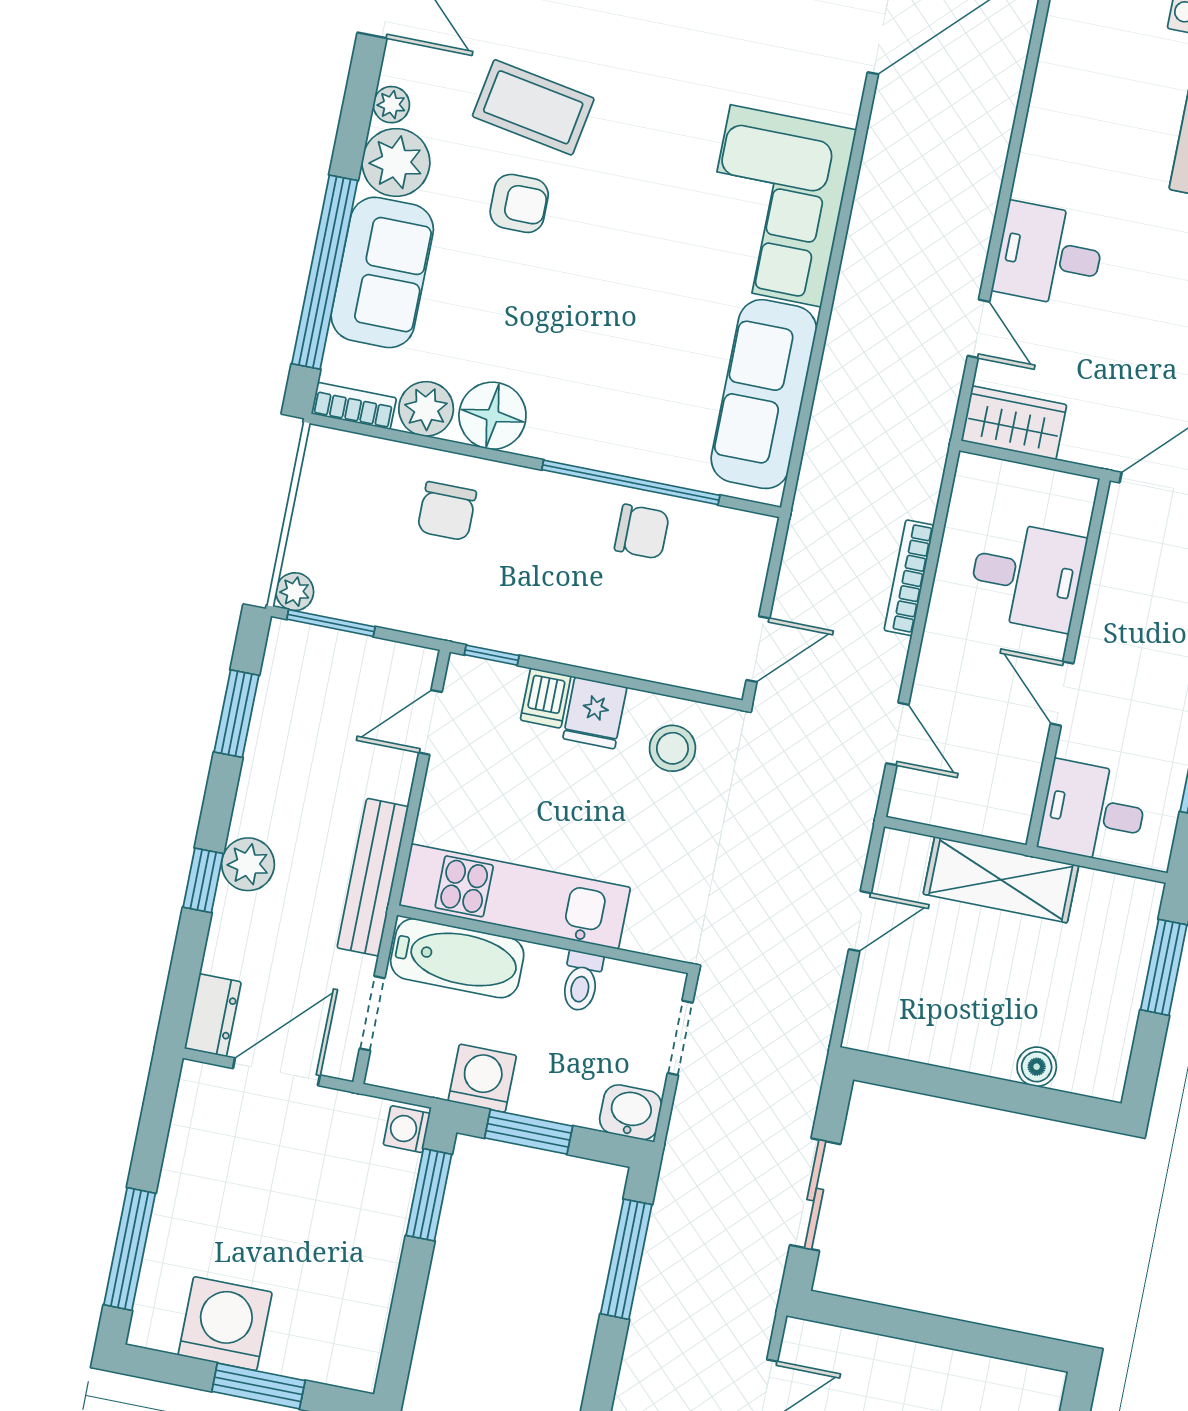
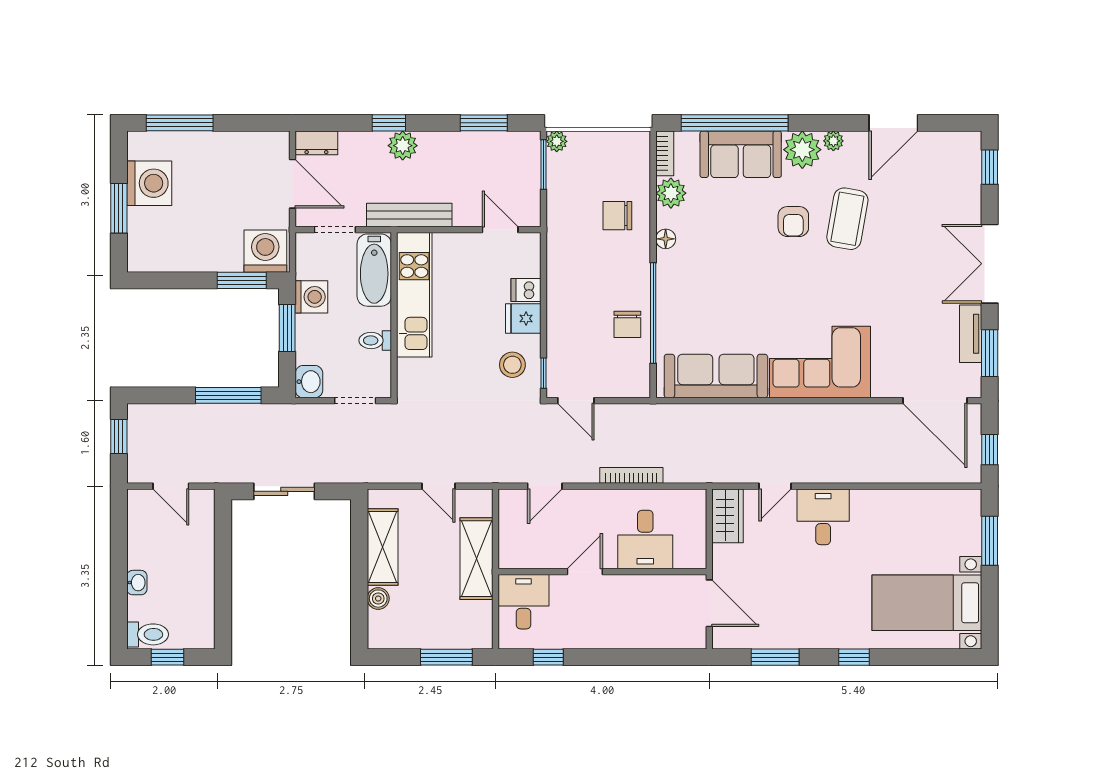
floor lamp: (492, 416) -> (666, 239), width x0.53, depth x0.53
window: (492, 655) -> (544, 373), moved
shelving: (948, 1041) -> (383, 547), added
washing machine: (407, 1129) -> (265, 251), width x1.89, depth x1.89

